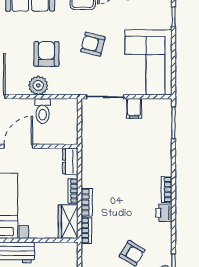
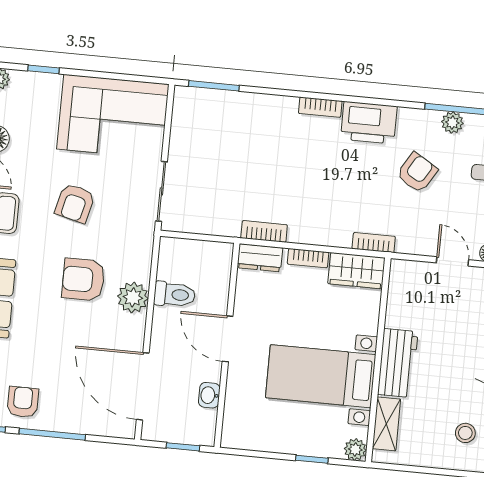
filing cabinet: (134, 108) -> (185, 147), removed
bookcase: (87, 202) -> (264, 231), moved
printer: (164, 213) -> (369, 123), width x1.87, depth x1.48

